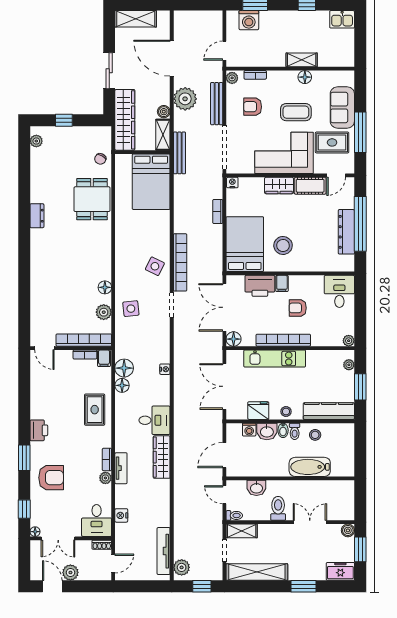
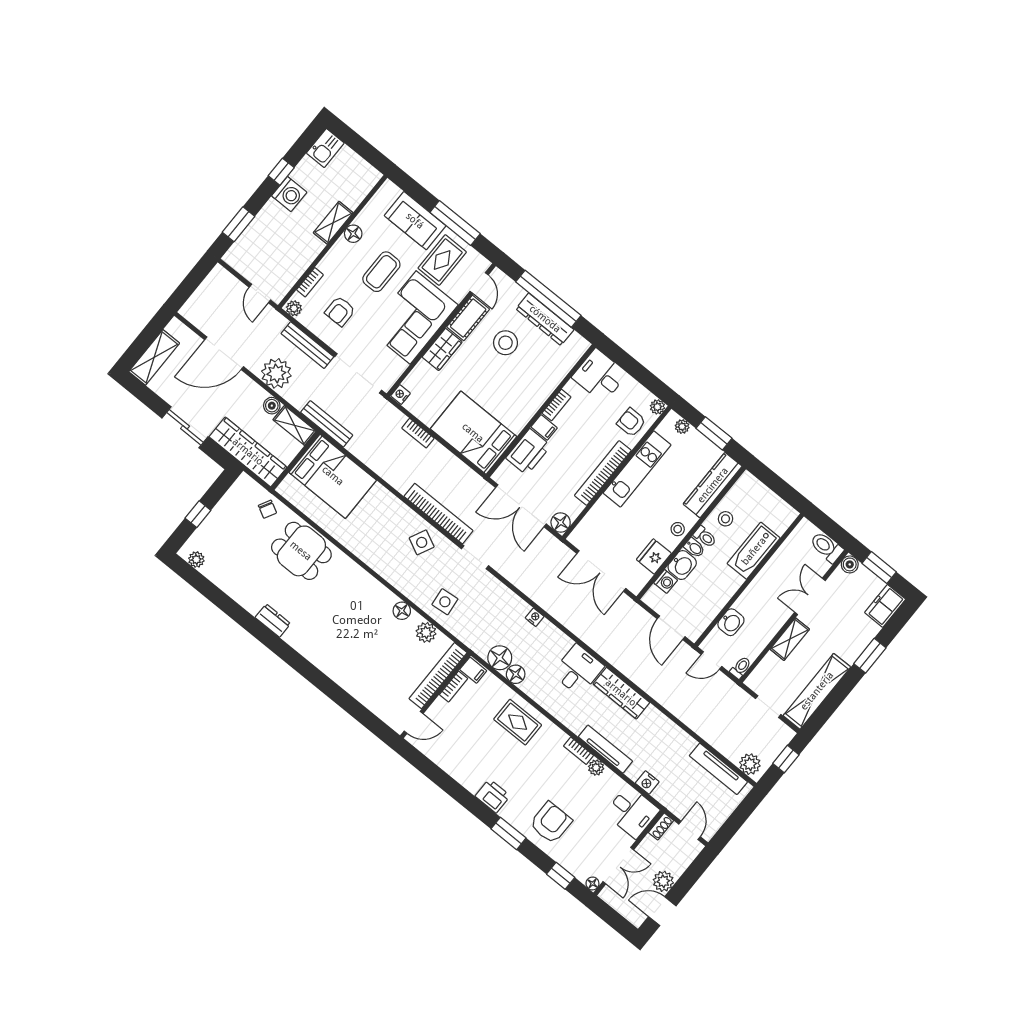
washing machine: (249, 20) -> (289, 194), moved
stool: (283, 245) -> (505, 343), moved
bookcase: (301, 280) -> (556, 405), added
armchair: (298, 308) -> (631, 422), moved, turned 90
kitchen unit: (275, 359) -> (637, 469), moved
tv unit: (121, 468) -> (605, 749), width x1.41
toilet: (278, 508) -> (827, 547), moved
shelving: (242, 531) -> (790, 639), moved

